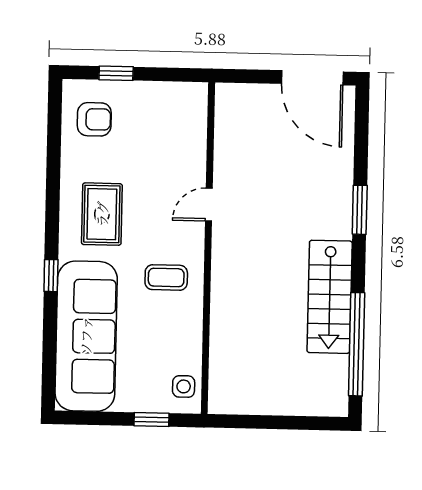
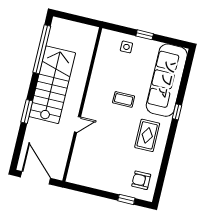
door: (209, 205) -> (77, 124), moved
wall: (208, 248) -> (82, 104), moved
stairs: (330, 297) -> (52, 85), width x1.36, depth x1.51

